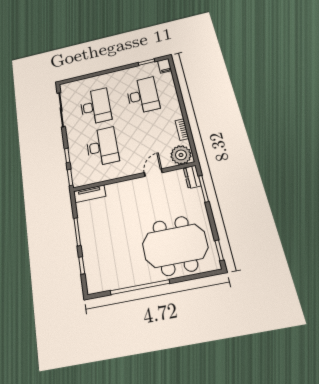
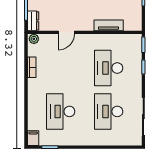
plant: (181, 155) -> (34, 39), width x0.53, depth x0.53
tv unit: (90, 194) -> (109, 25), moved

